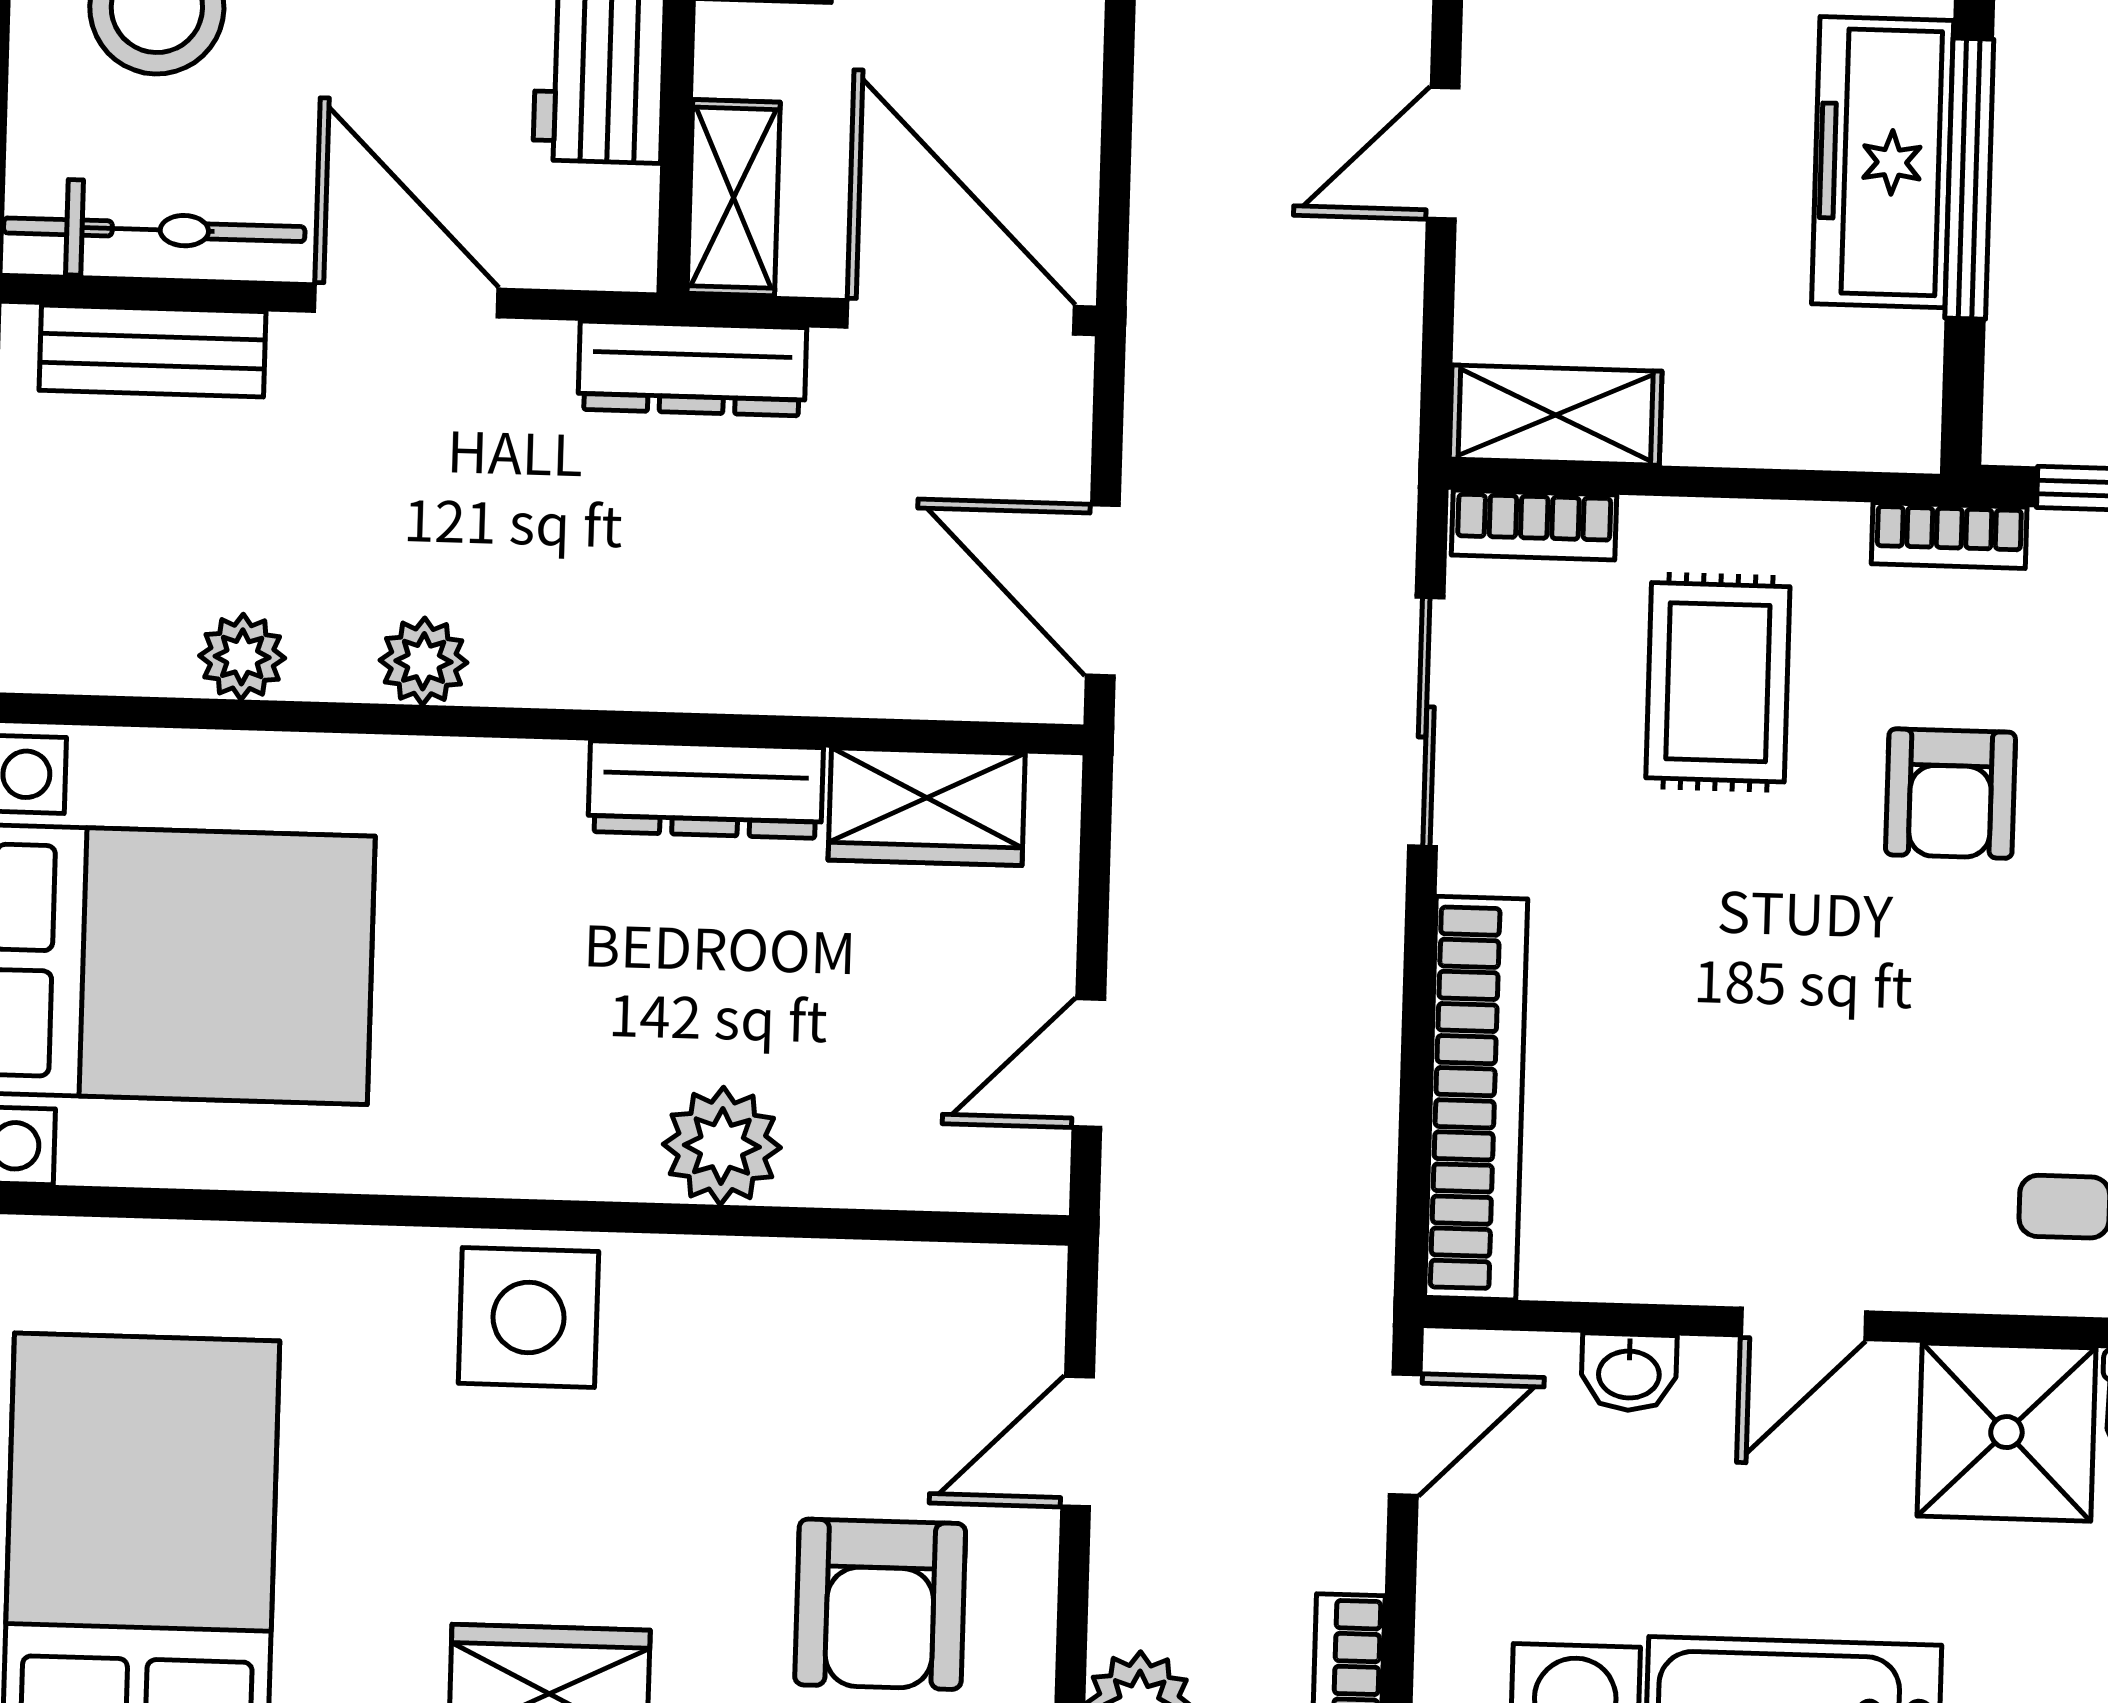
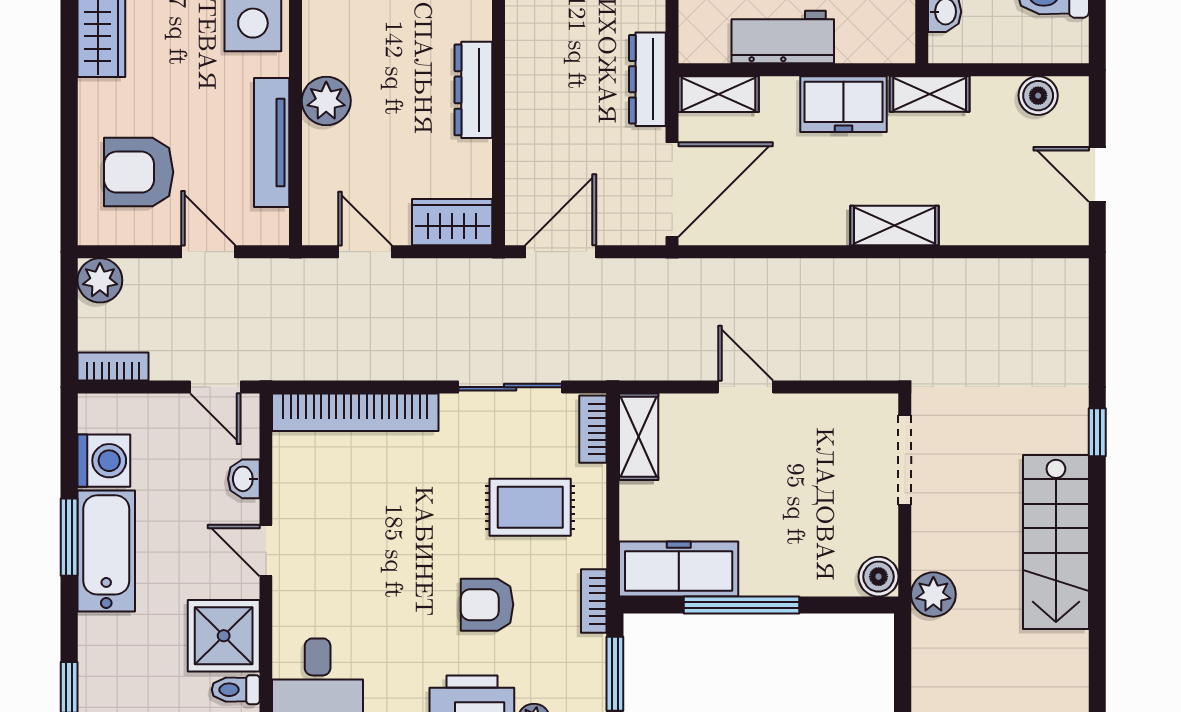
freezer: (1883, 162) -> (679, 569), moved
wardrobe: (927, 807) -> (452, 222), moved, turned 90
tv unit: (818, 1281) -> (272, 143), added

